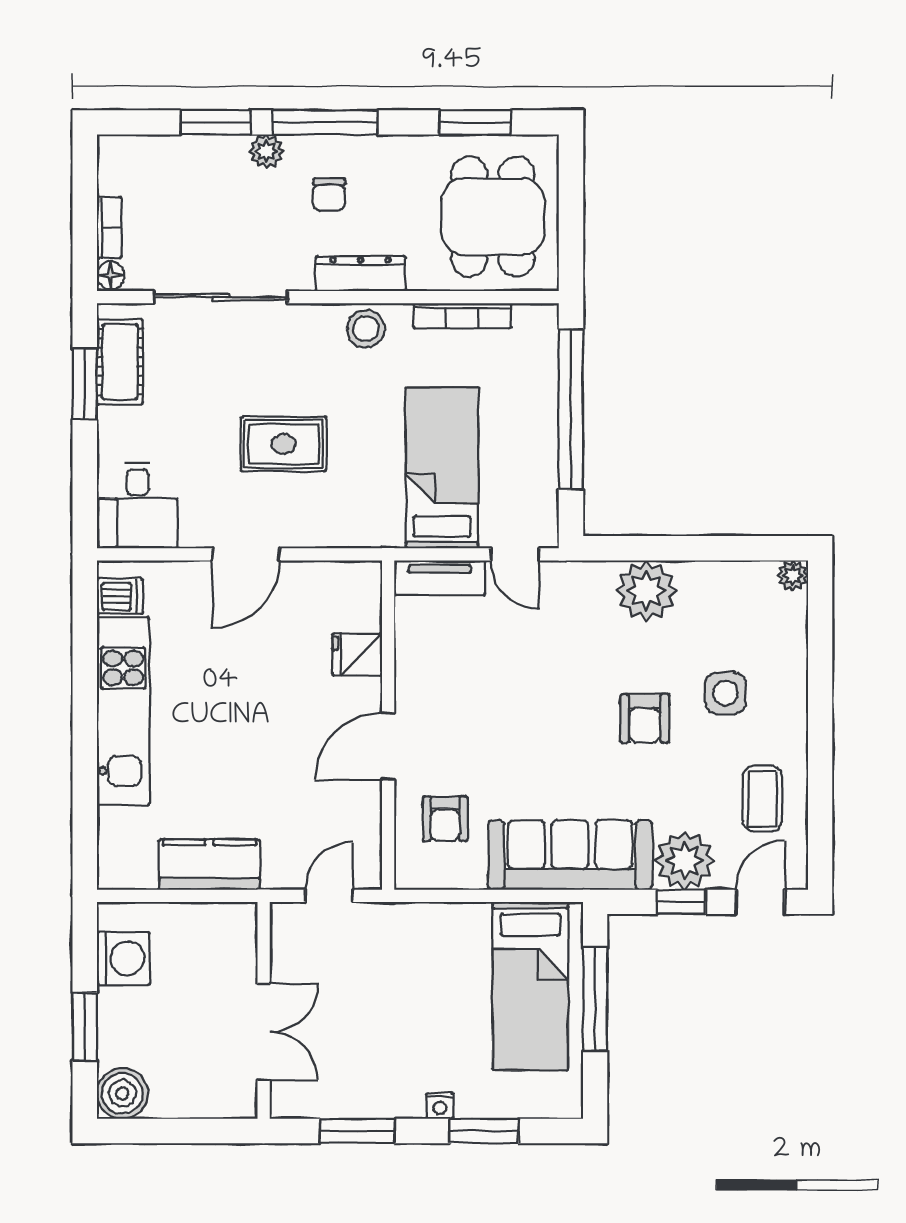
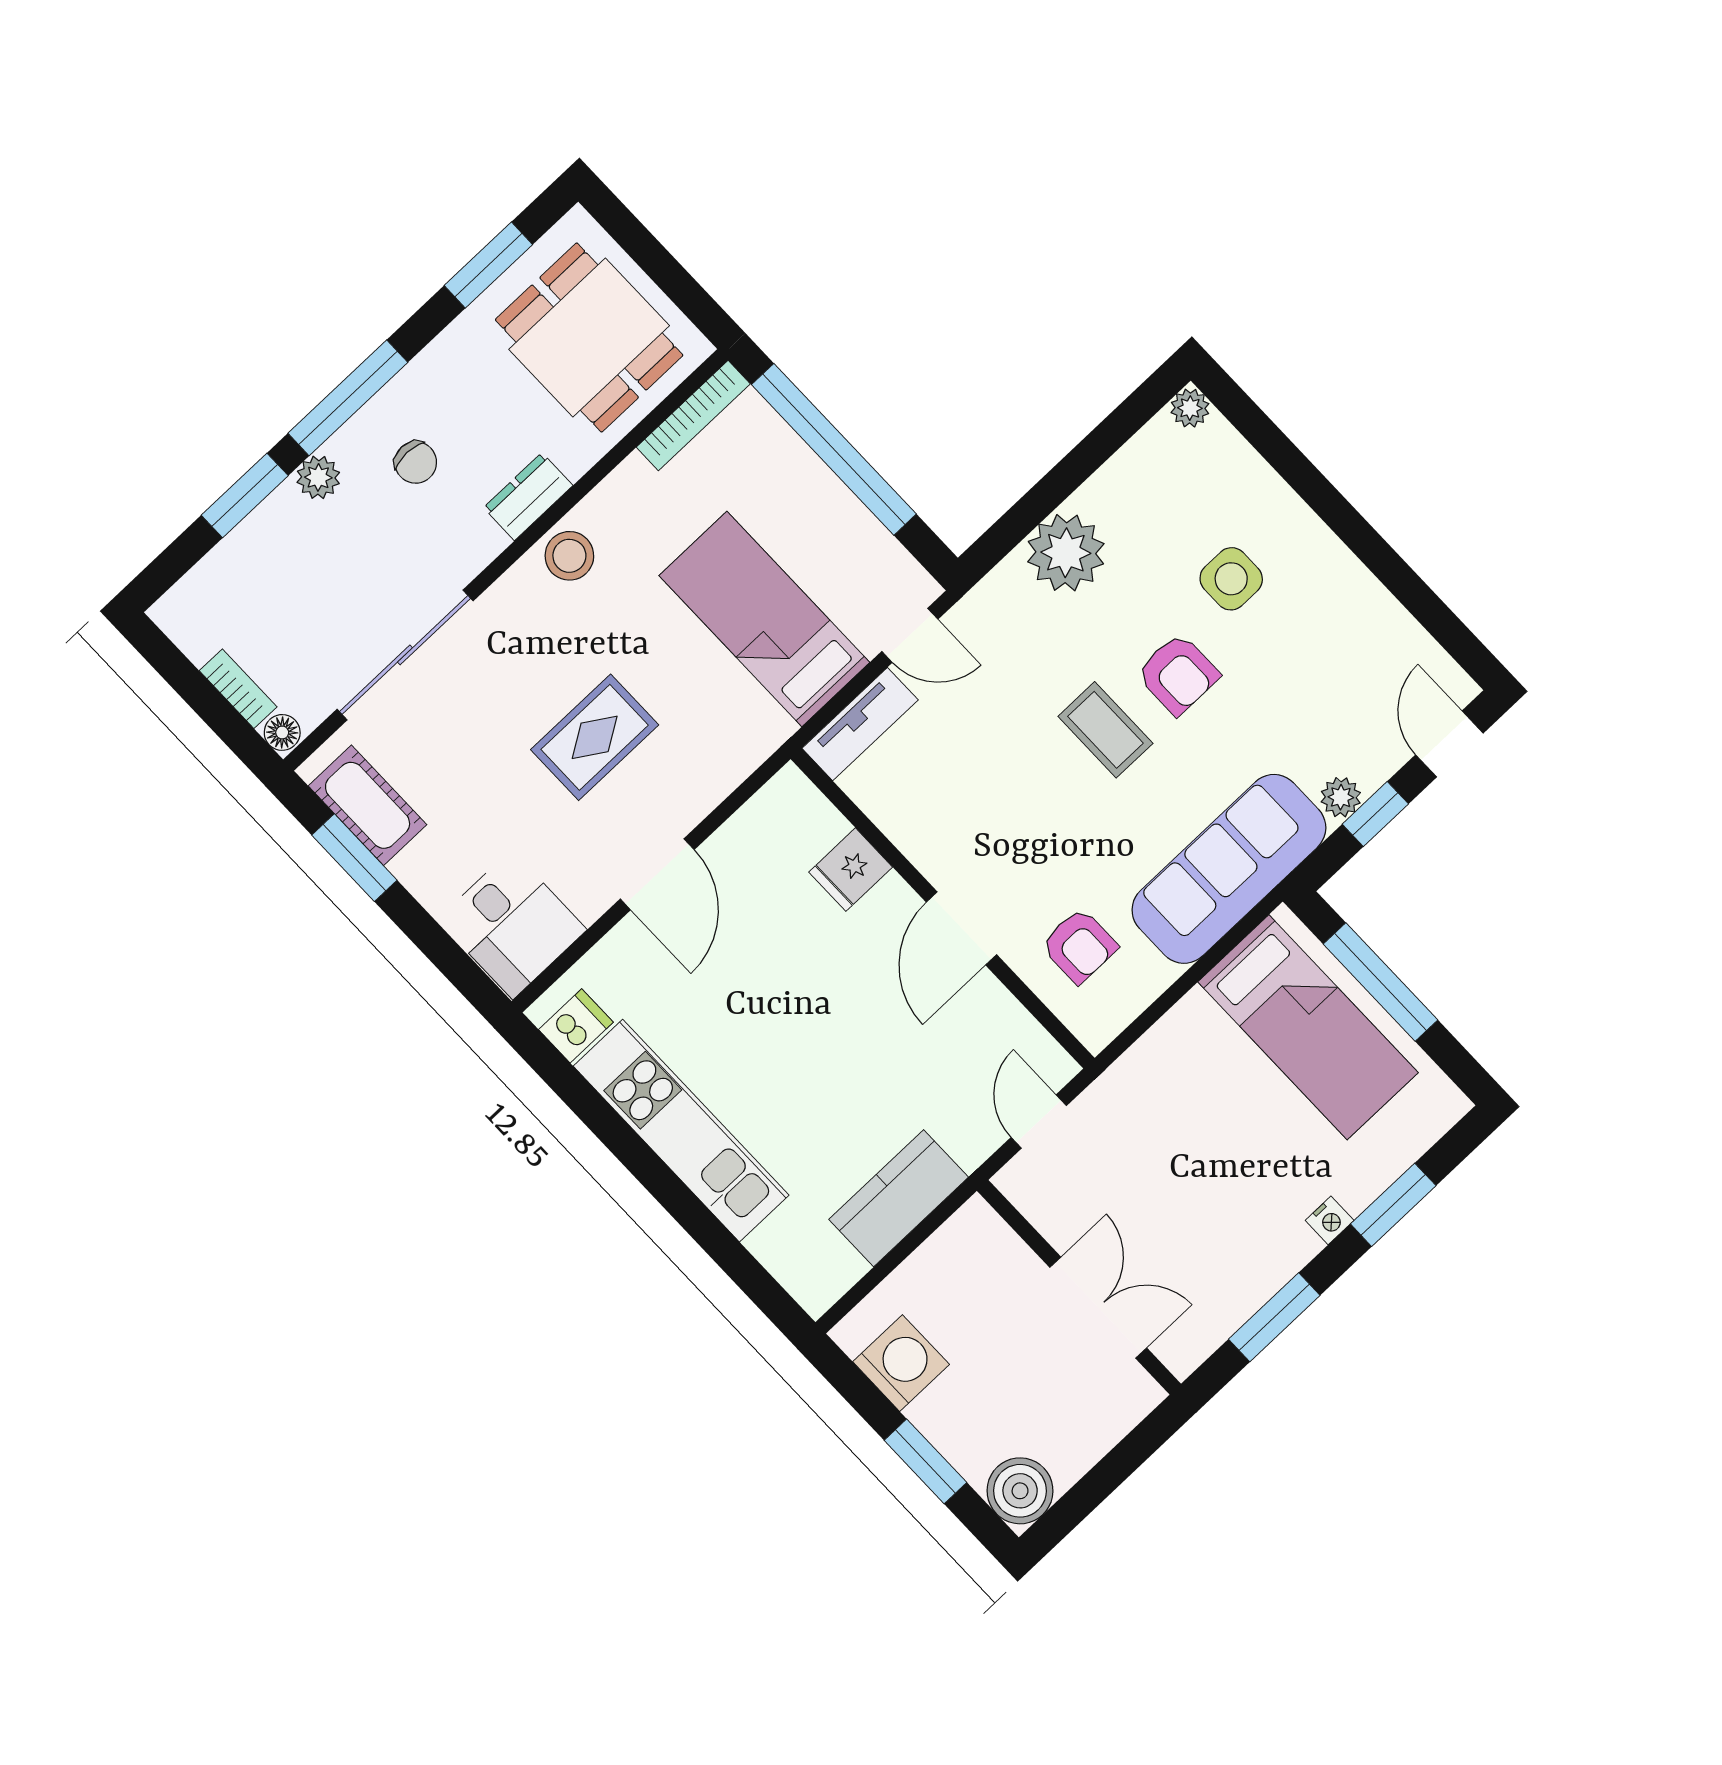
dresser: (360, 274) -> (528, 497), width x0.70
bookcase: (462, 316) -> (693, 415), moved
coffee table: (762, 799) -> (1105, 730), moved
plant: (685, 860) -> (1341, 797), width x0.53, depth x0.53

